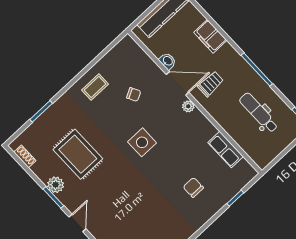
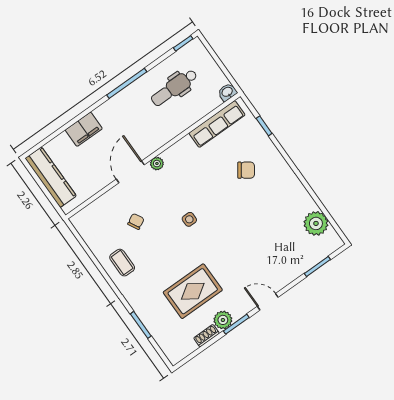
washbasin: (168, 61) -> (227, 92), moved
trolley: (211, 84) -> (136, 136), removed
side table: (142, 142) -> (189, 219), width x0.54, depth x0.54
row of seats: (226, 150) -> (217, 124), width x1.48
shoe rack: (25, 156) -> (207, 336), moved
chair: (193, 187) -> (246, 170), turned -145

